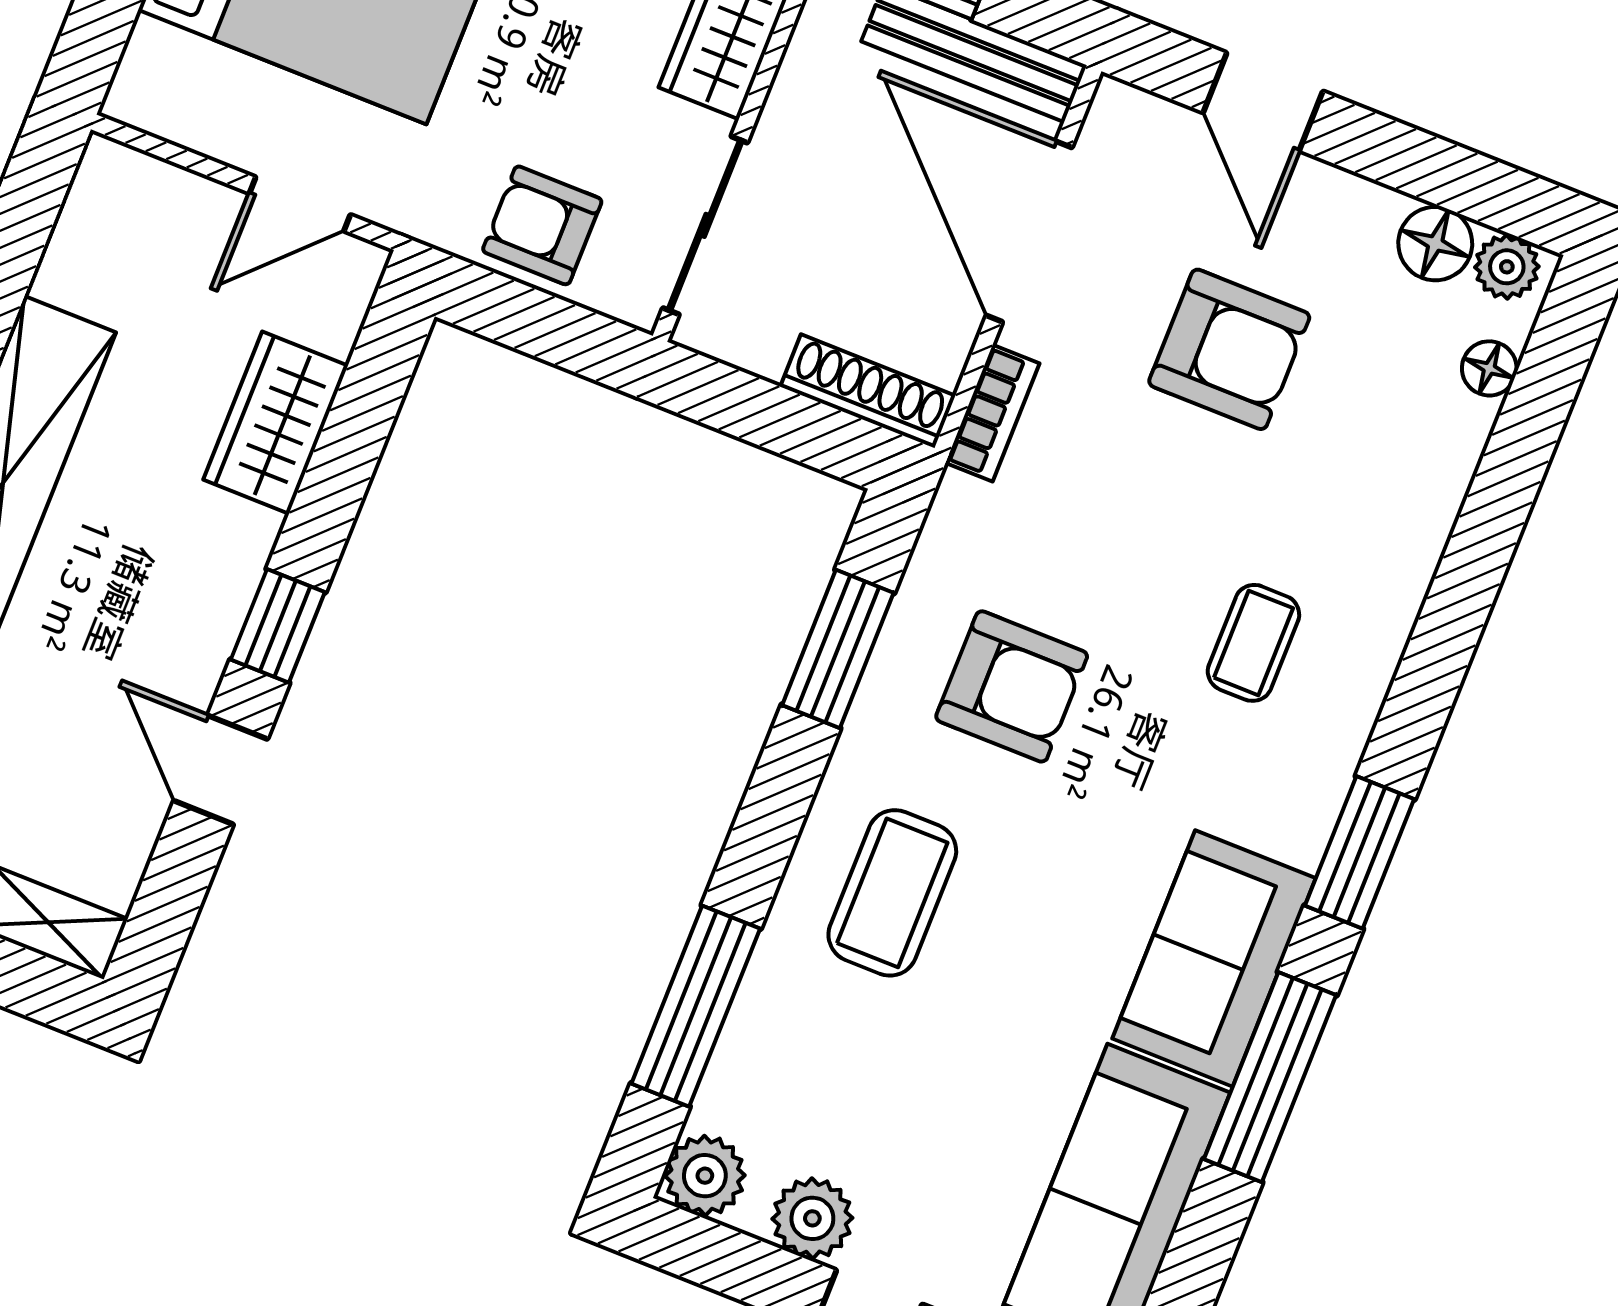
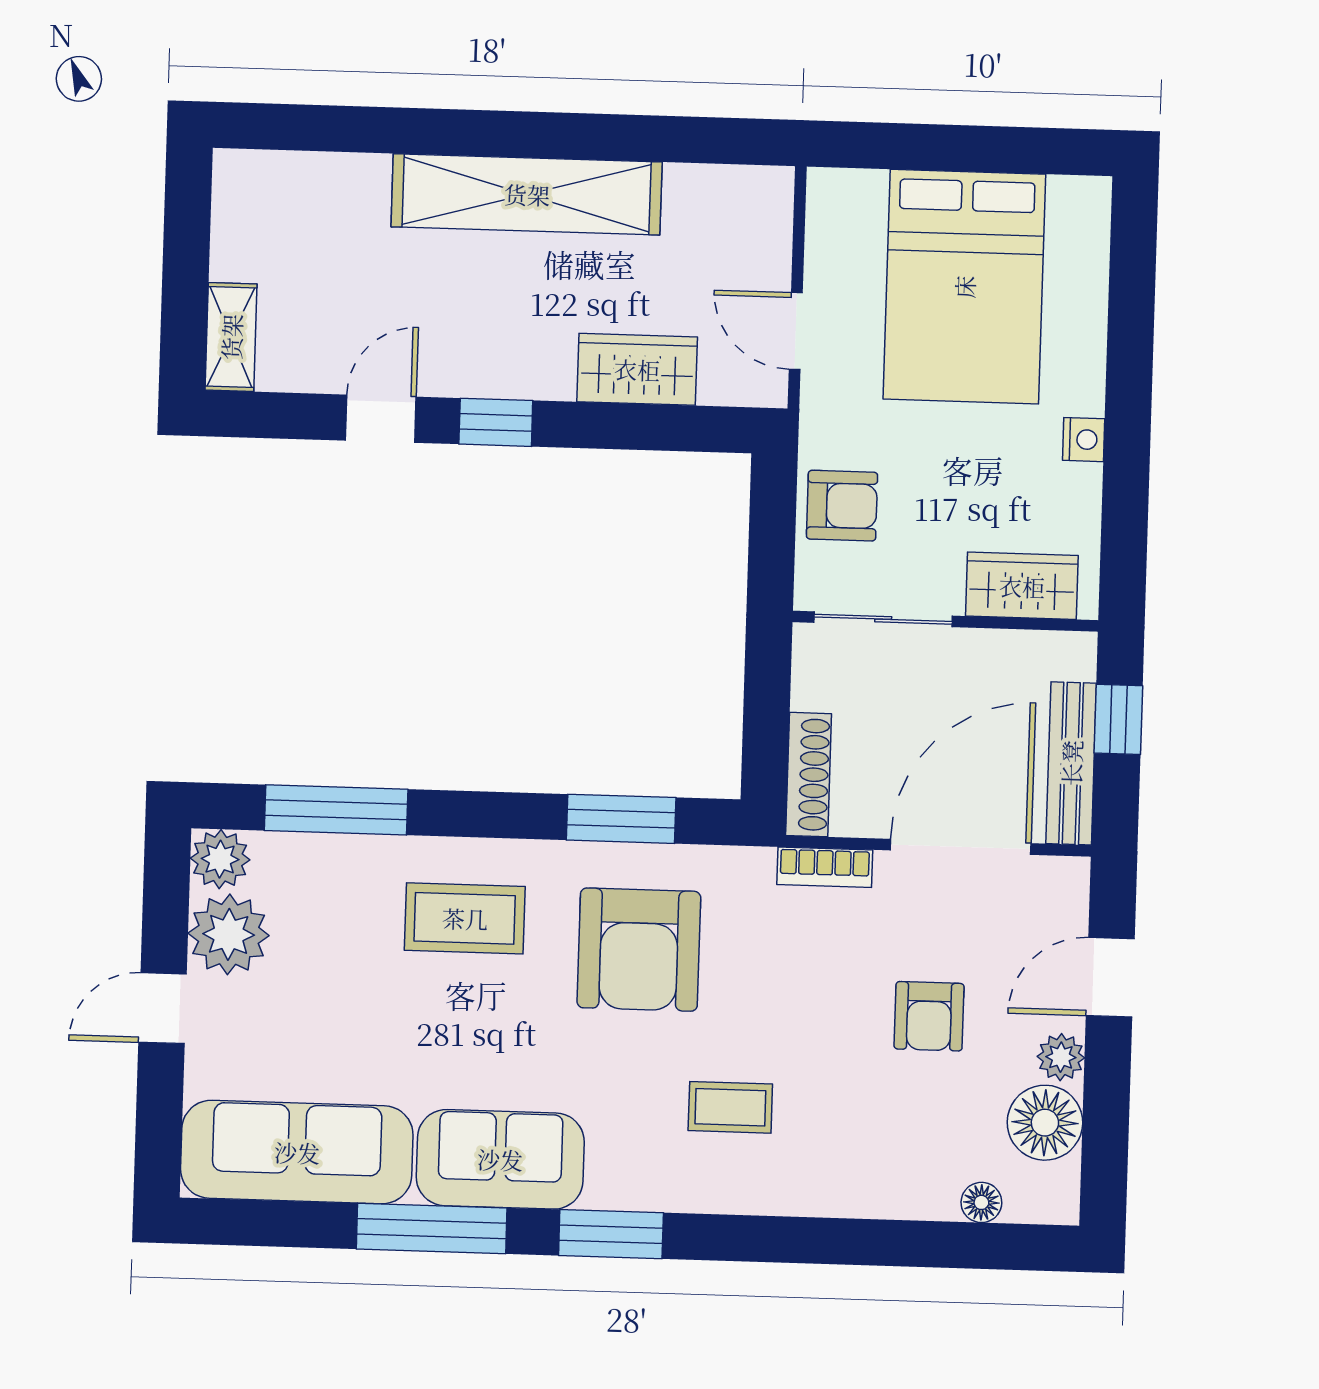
armchair: (542, 225) -> (842, 506), turned 90
floor lamp: (1435, 244) -> (1045, 1123), width x1.38, depth x1.38
plant: (1507, 267) -> (1061, 1057), moved
armchair: (1229, 349) -> (929, 1016), width x0.72, depth x0.72
armchair: (1012, 686) -> (639, 950), width x1.36, depth x1.36
plant: (812, 1218) -> (229, 934), width x1.36, depth x1.36

